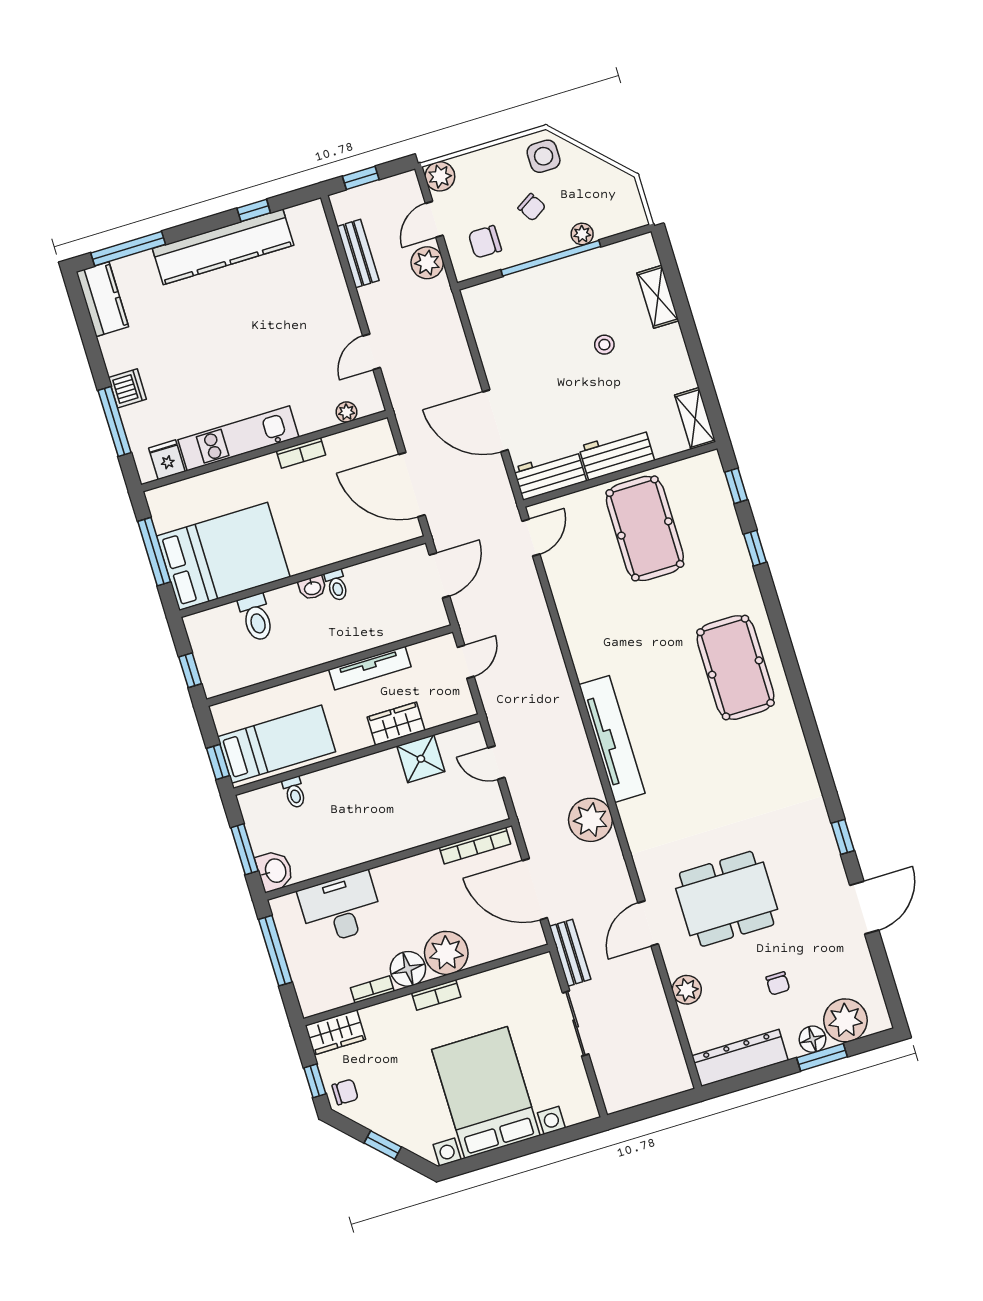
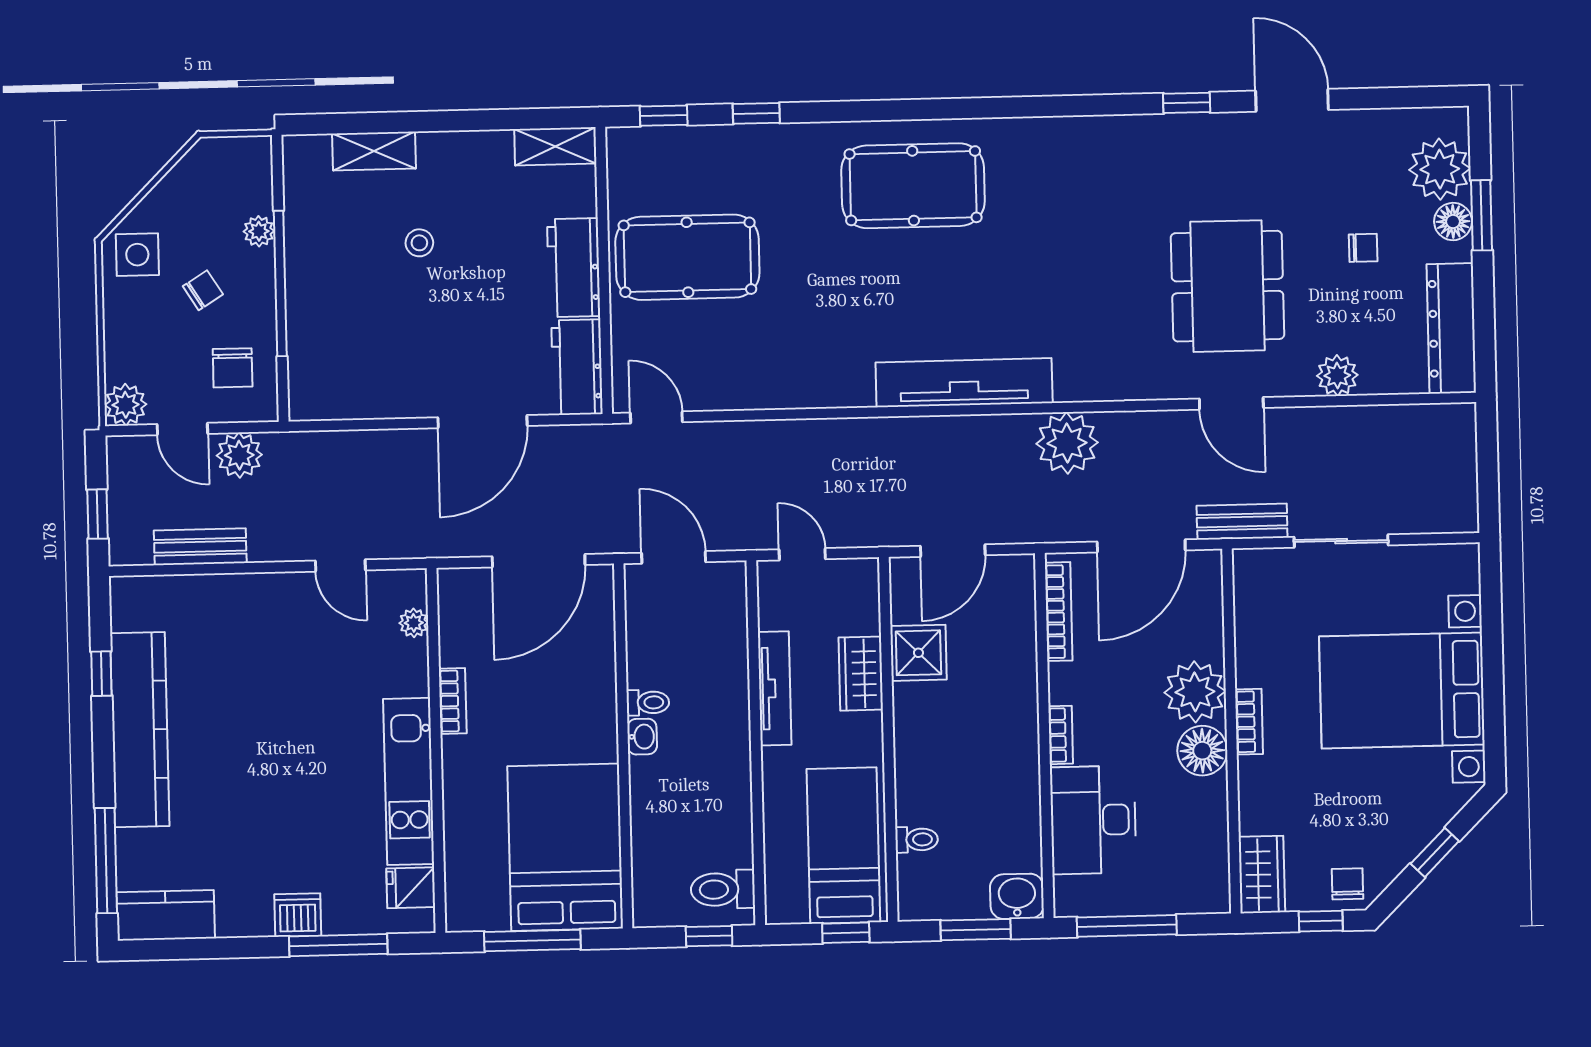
toilet: (256, 617) -> (723, 889), moved, turned 180
door: (496, 763) -> (953, 551), width x1.38
bookcase: (372, 989) -> (1061, 735), moved, turned 180

